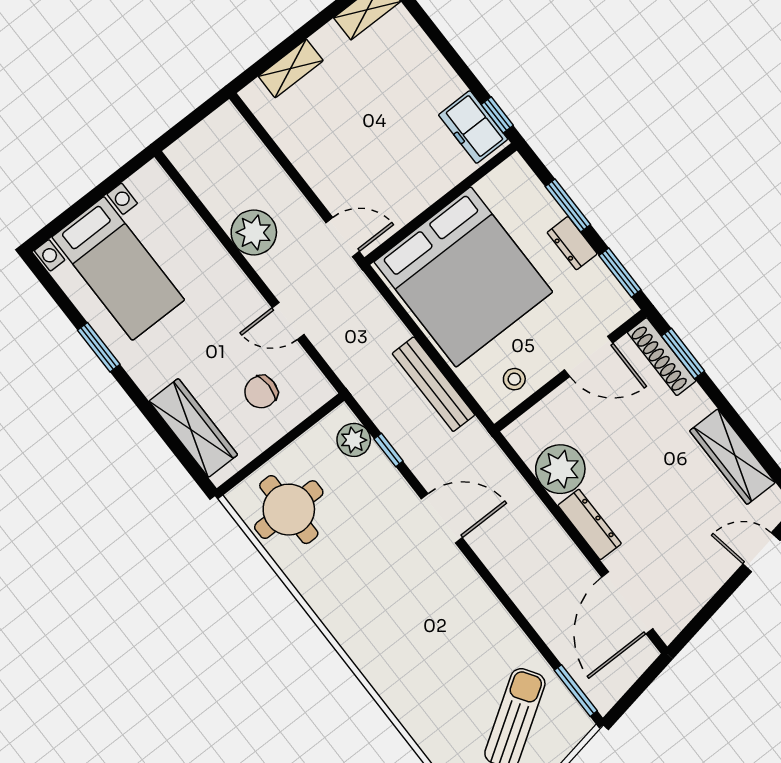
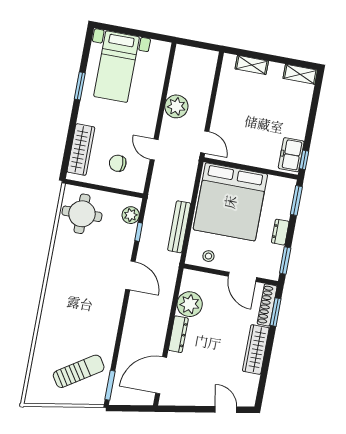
window: (568, 206) -> (296, 201), moved
wardrobe: (732, 457) -> (256, 349), moved

